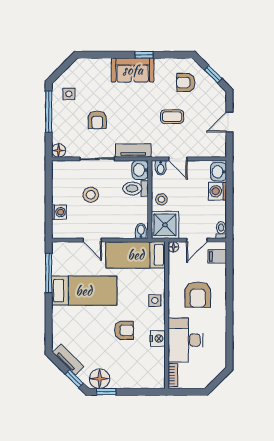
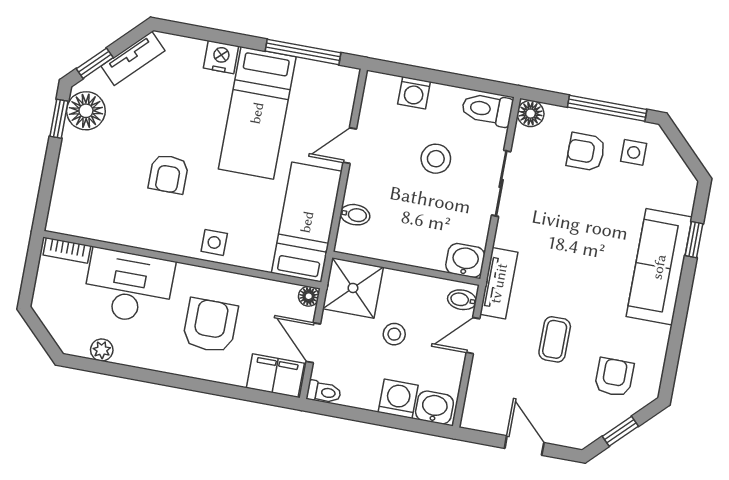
window: (144, 55) -> (694, 240), moved
sofa: (133, 70) -> (659, 267), width x1.36
armchair: (97, 120) -> (586, 152), moved
tv unit: (133, 151) -> (499, 283), moved
toilet: (136, 188) -> (487, 109), moved, turned -90
stool: (161, 199) -> (394, 334), moved
bidet: (141, 231) -> (355, 215), moved
filing cabinet: (217, 256) -> (275, 376), width x2.00
armchair: (198, 295) -> (210, 325), turned 90
nightstand: (158, 339) -> (221, 57), moved, turned 180
plant: (221, 348) -> (102, 350), added

